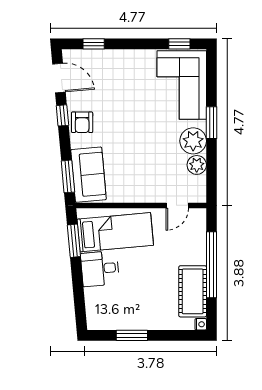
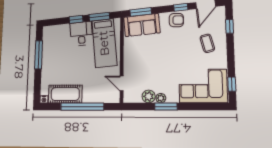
coffee table: (119, 77) -> (207, 43), added
armchair: (82, 122) -> (176, 20), turned 180
window: (212, 123) -> (166, 107), moved
plant: (193, 141) -> (161, 98), width x0.53, depth x0.53
window: (77, 277) -> (76, 19), added
window: (132, 335) -> (39, 55), width x1.44

